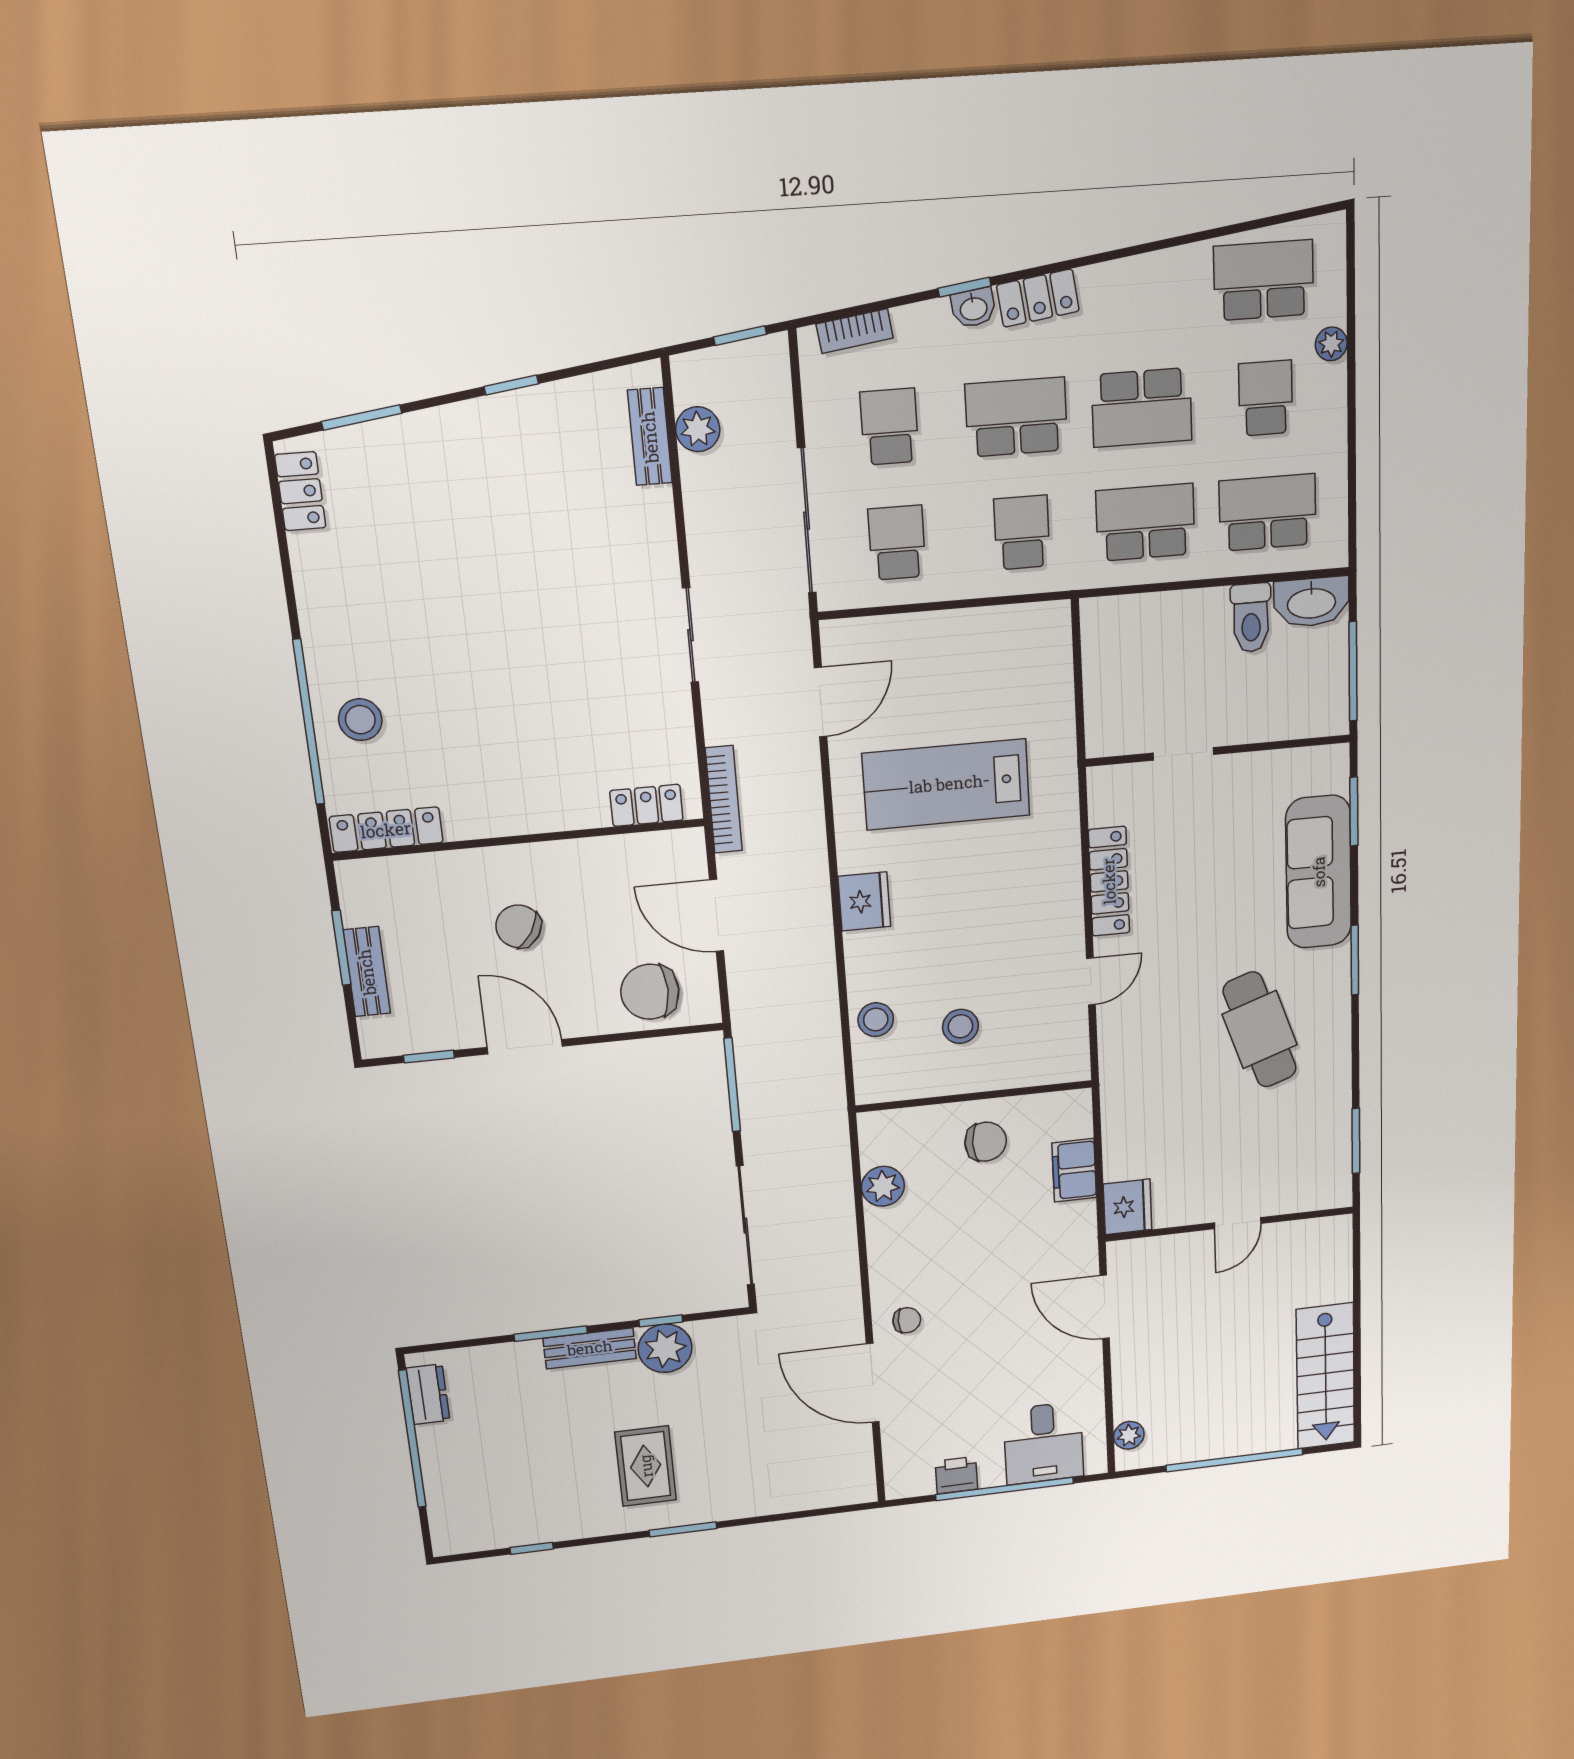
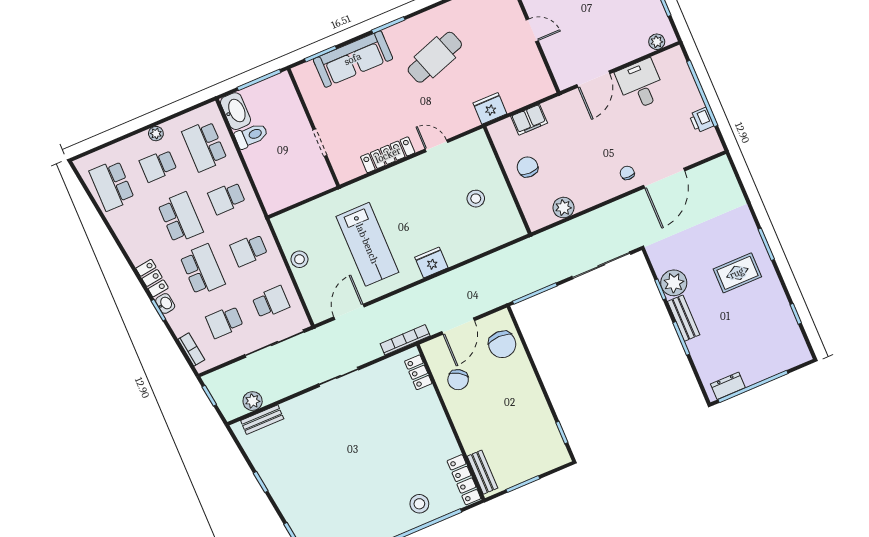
plant: (1331, 344) -> (156, 134), moved
school desk: (1016, 417) -> (202, 270), turned 180
school desk: (1145, 522) -> (227, 198), width x0.54
school desk: (897, 543) -> (271, 302), turned 180
door: (821, 702) -> (349, 312), hinge flipped
chair: (518, 926) -> (458, 380), moved
bench: (367, 972) -> (482, 472), moved, turned 90
stool: (876, 1020) -> (299, 259), moved
door: (525, 1047) -> (545, 392), removed
fridge: (1127, 1207) -> (490, 108), moved
desk: (1044, 1443) -> (640, 84), moved, turned -90

